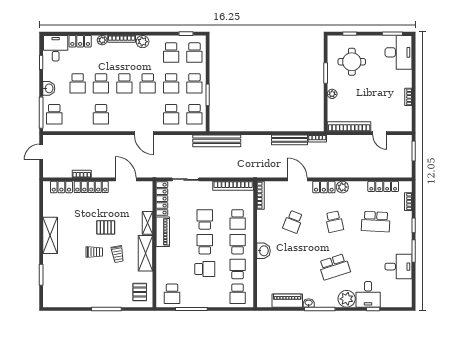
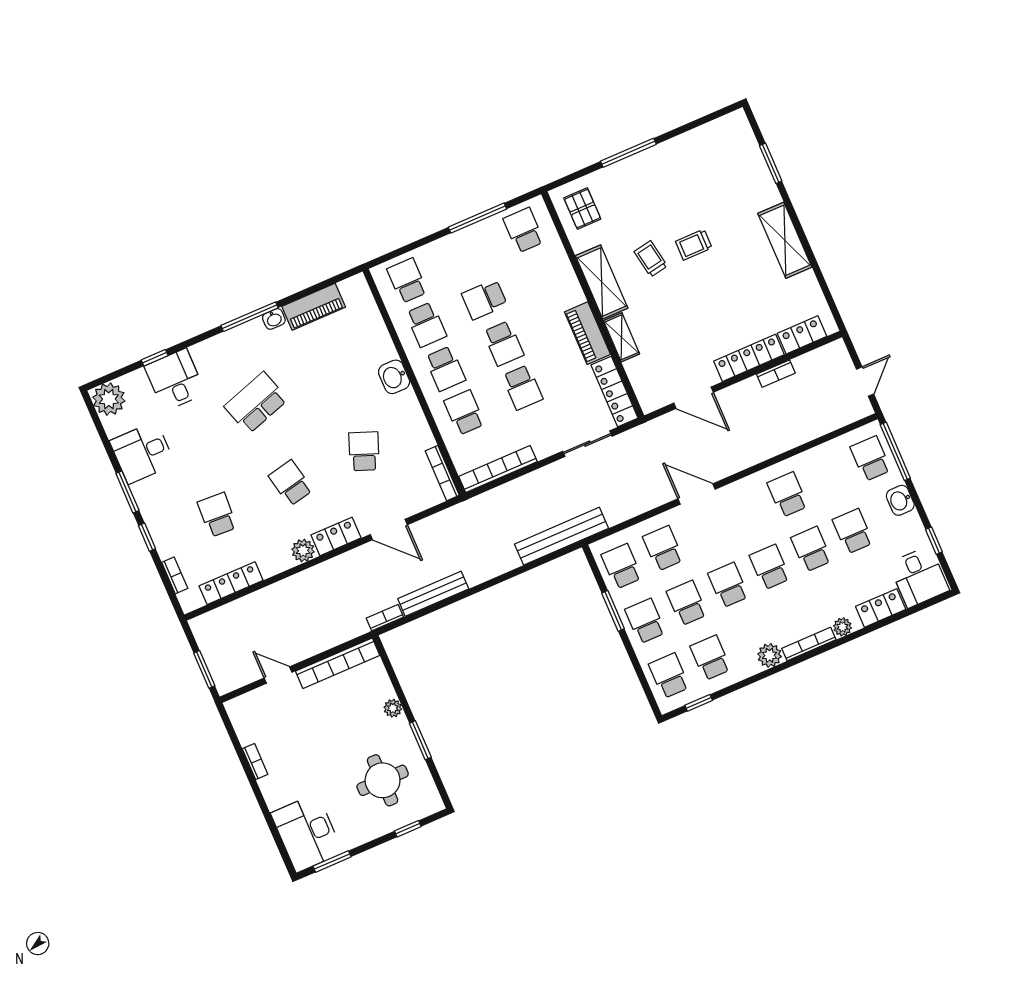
school desk: (376, 222) -> (217, 515), width x0.54
pallet: (106, 227) -> (692, 297), removed
plant: (347, 299) -> (109, 399), moved

